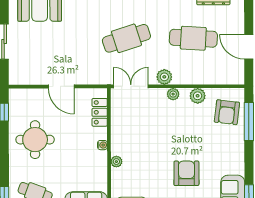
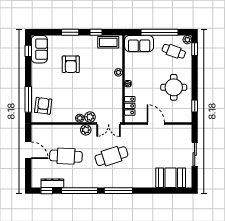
plant: (198, 96) -> (90, 117), moved

